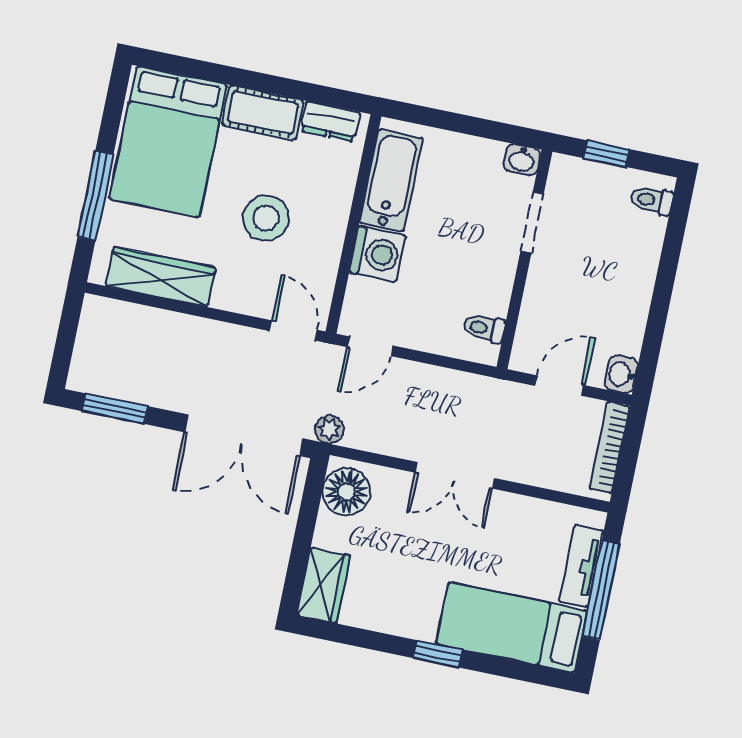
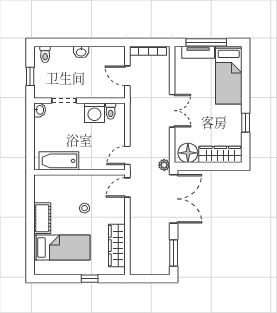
dresser: (330, 121) -> (40, 190), removed
bed: (168, 142) -> (62, 248), width x0.67
window: (95, 196) -> (90, 279), width x0.46
stool: (266, 218) -> (85, 208), width x0.53, depth x0.53
washing machine: (377, 254) -> (94, 113), moved, turned 180
door: (370, 346) -> (127, 155), swing flipped
washbasin: (621, 374) -> (81, 52), moved
wardrobe: (323, 585) -> (220, 154), width x1.50
window: (438, 654) -> (246, 123), moved

